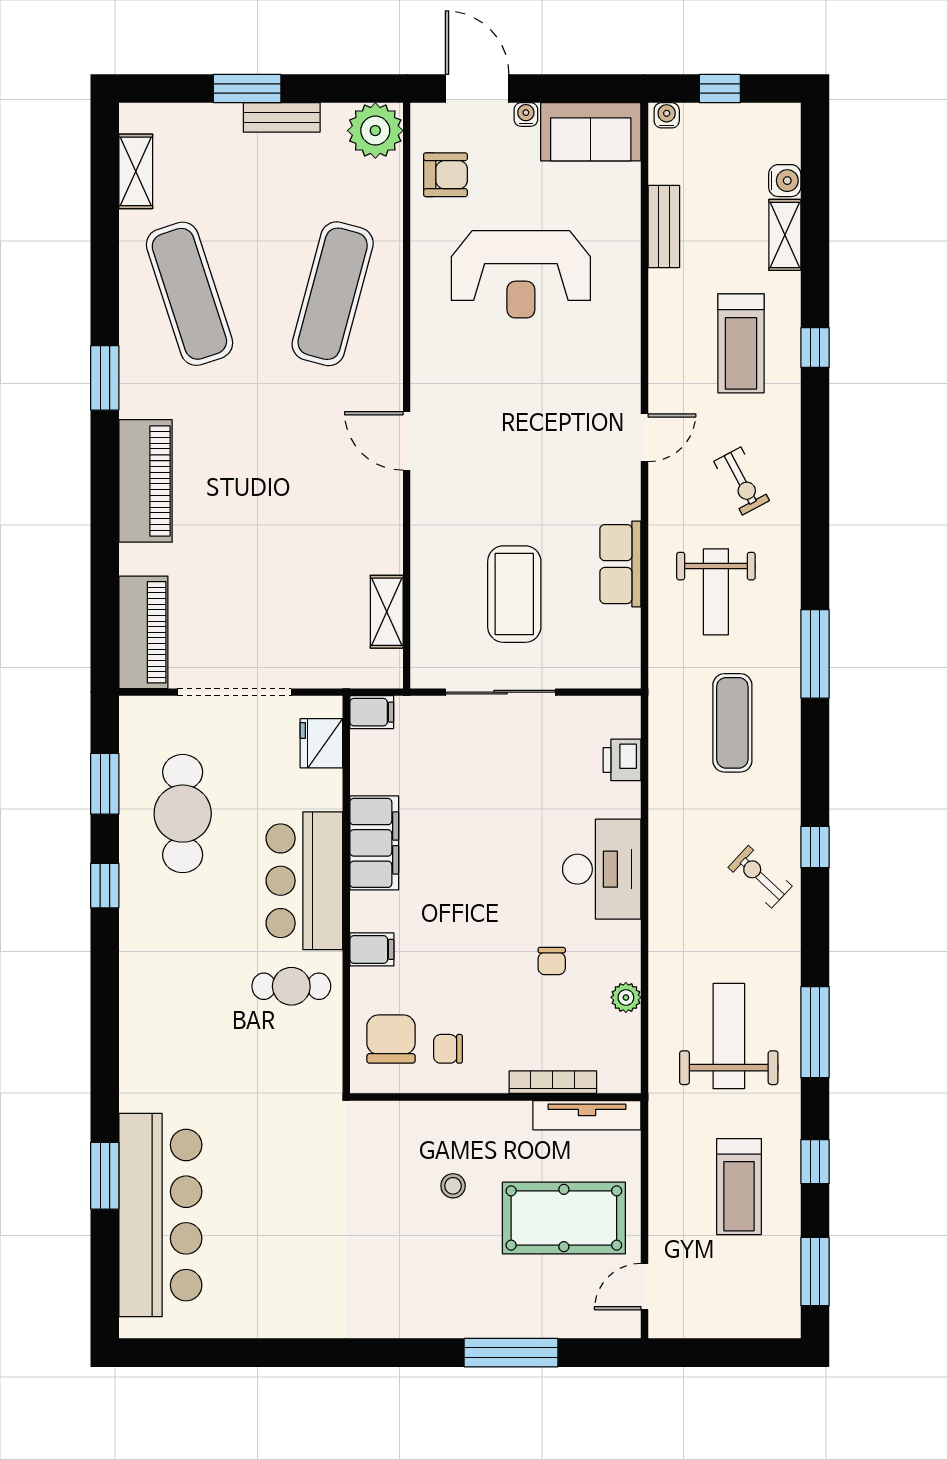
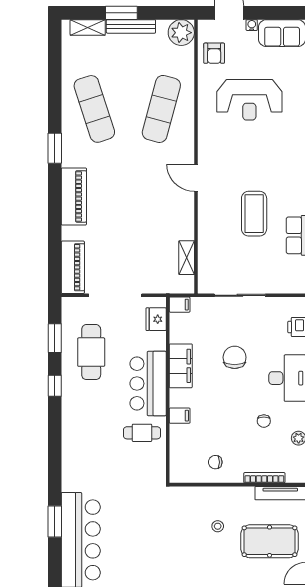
bench: (282, 117) -> (131, 26), width x1.36
shelving: (136, 171) -> (88, 27), moved, turned 90
armchair: (445, 175) -> (214, 53), turned 90
coffee table: (514, 594) -> (254, 214), moved
chair: (391, 1039) -> (235, 357), moved

